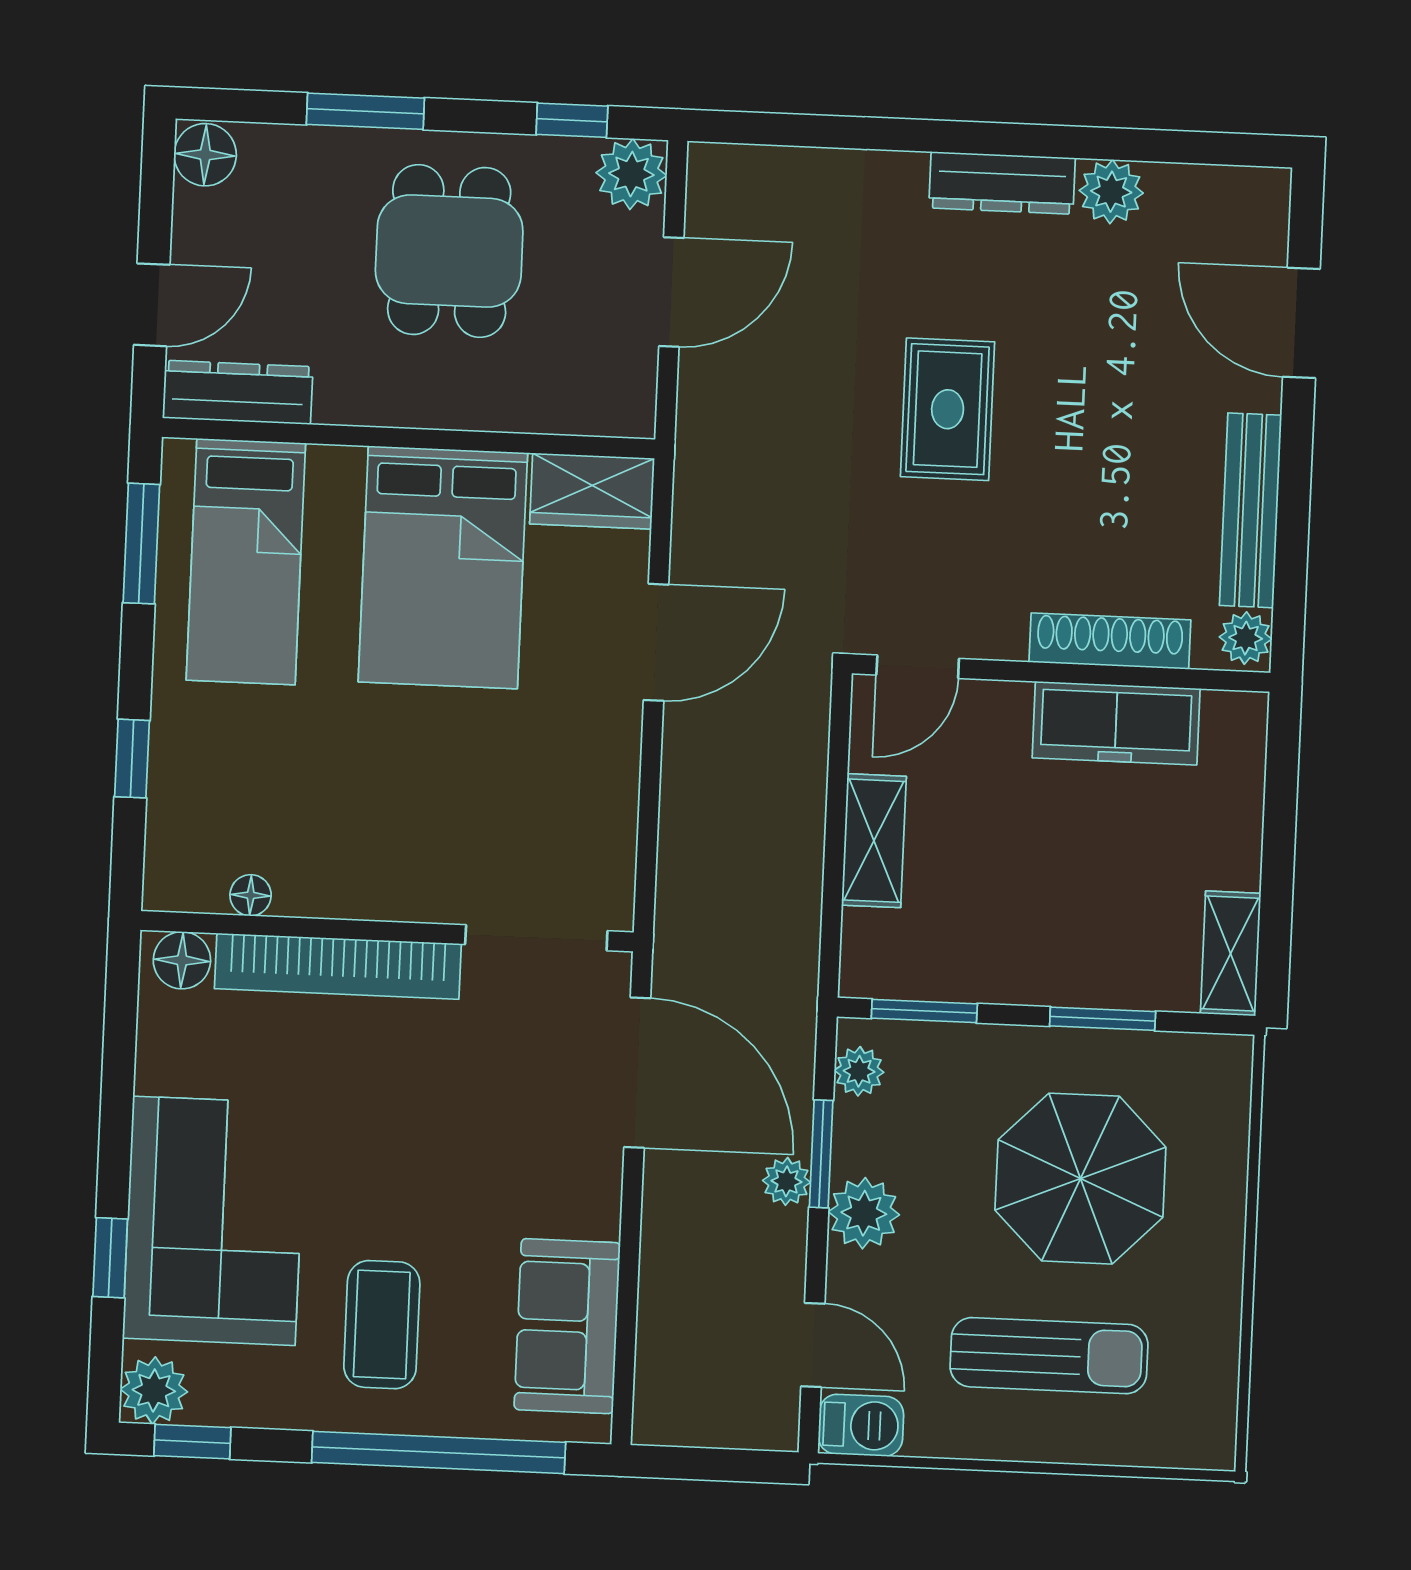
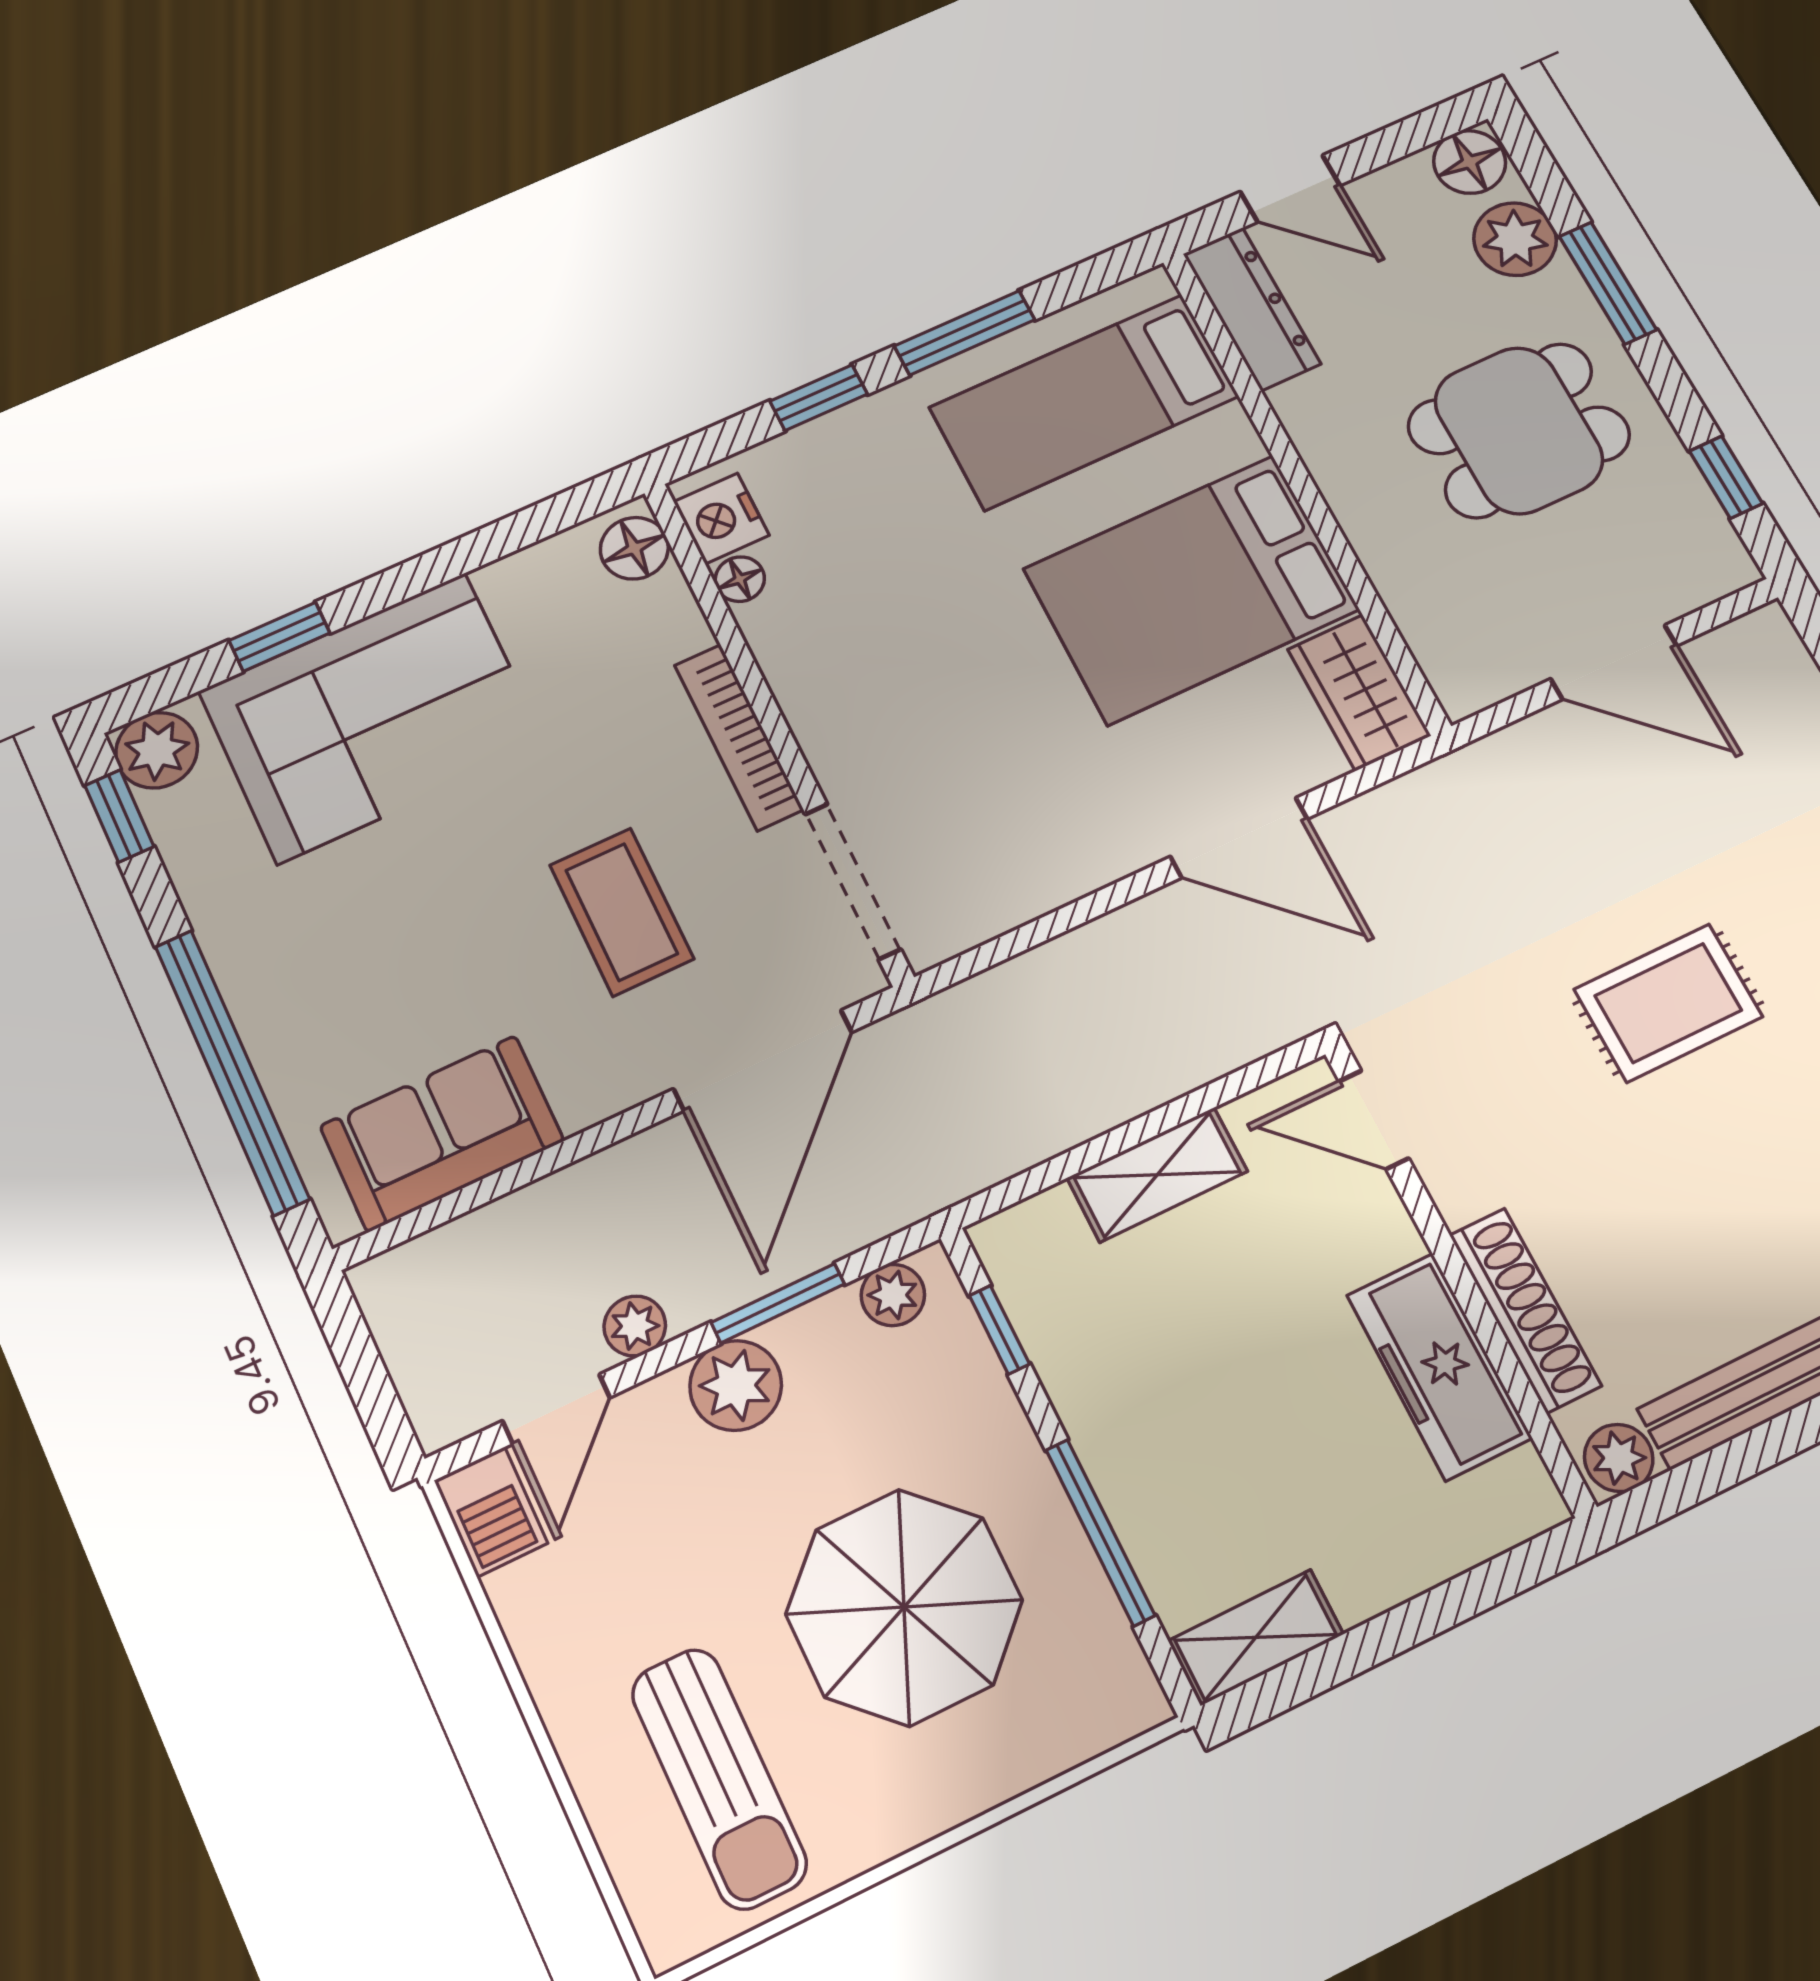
plant: (631, 174) -> (1515, 239), moved
window: (141, 544) -> (965, 333), moved
nightstand: (193, 883) -> (721, 519), added
bookcase: (338, 966) -> (739, 737), width x0.68, depth x0.76
window: (924, 1011) -> (999, 1330), width x0.67
window: (1103, 1019) -> (1100, 1532), width x1.44
plant: (786, 1181) -> (635, 1326), moved
coffee table: (382, 1325) -> (622, 912), moved, turned 90
sun lounger: (1049, 1356) -> (719, 1778), moved

